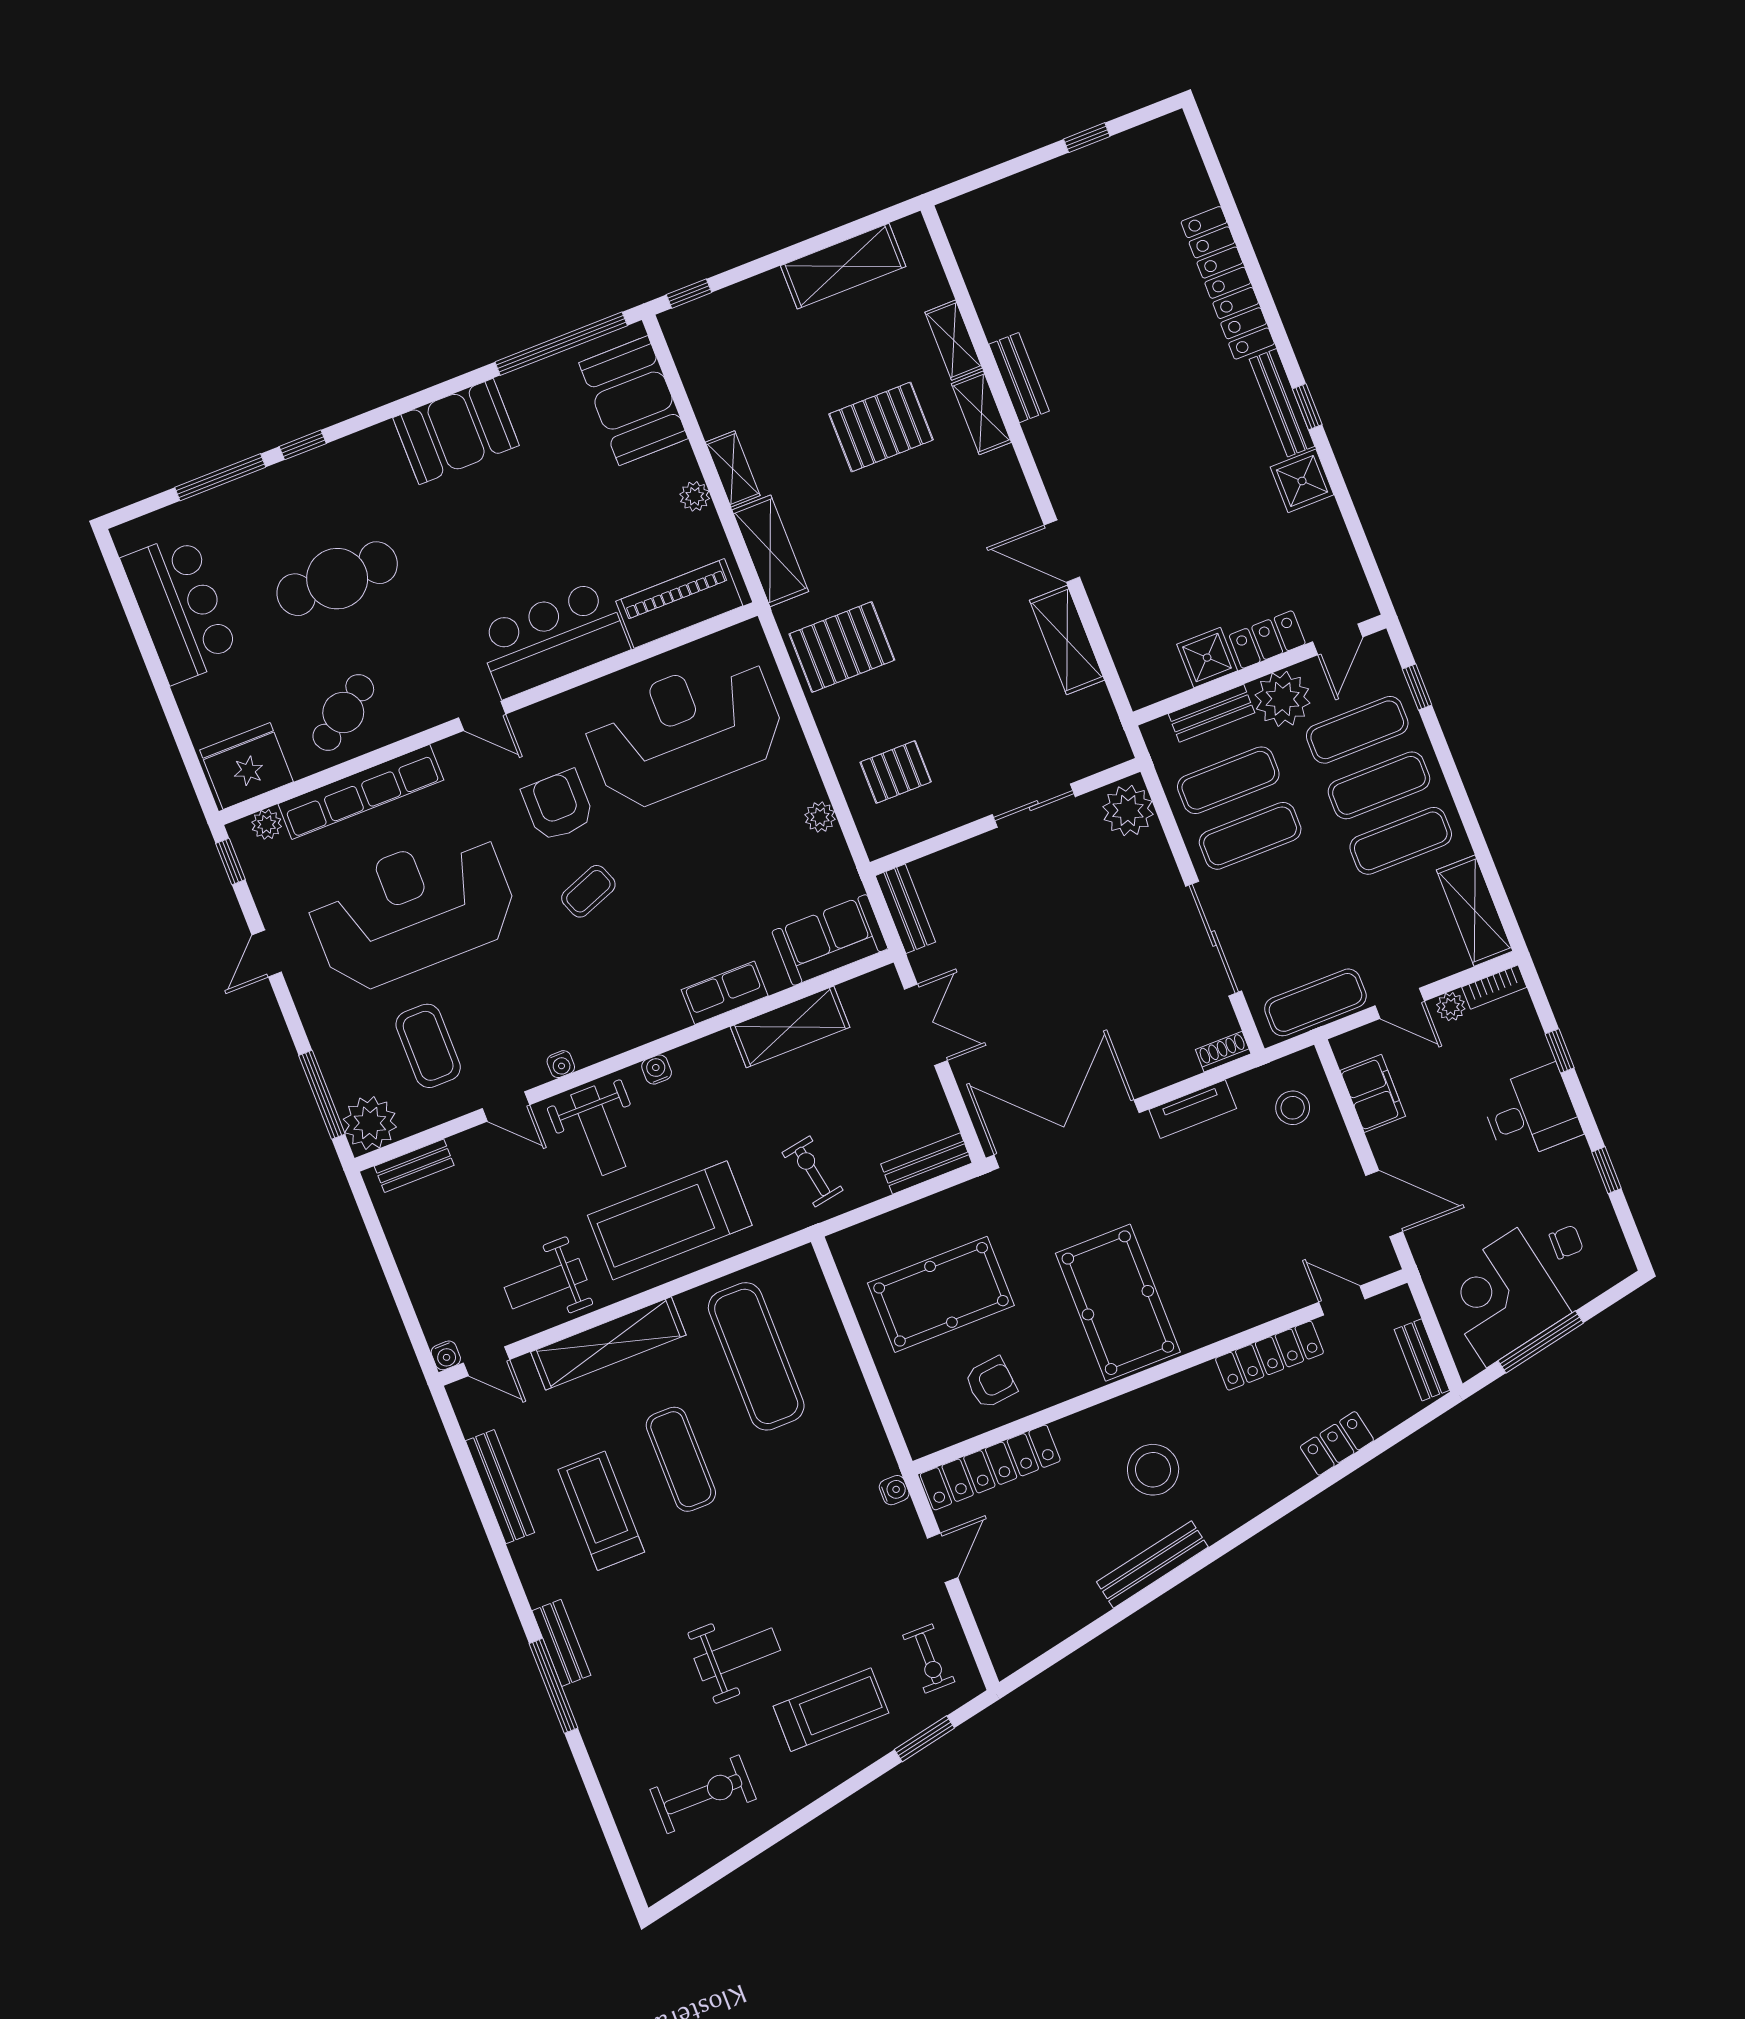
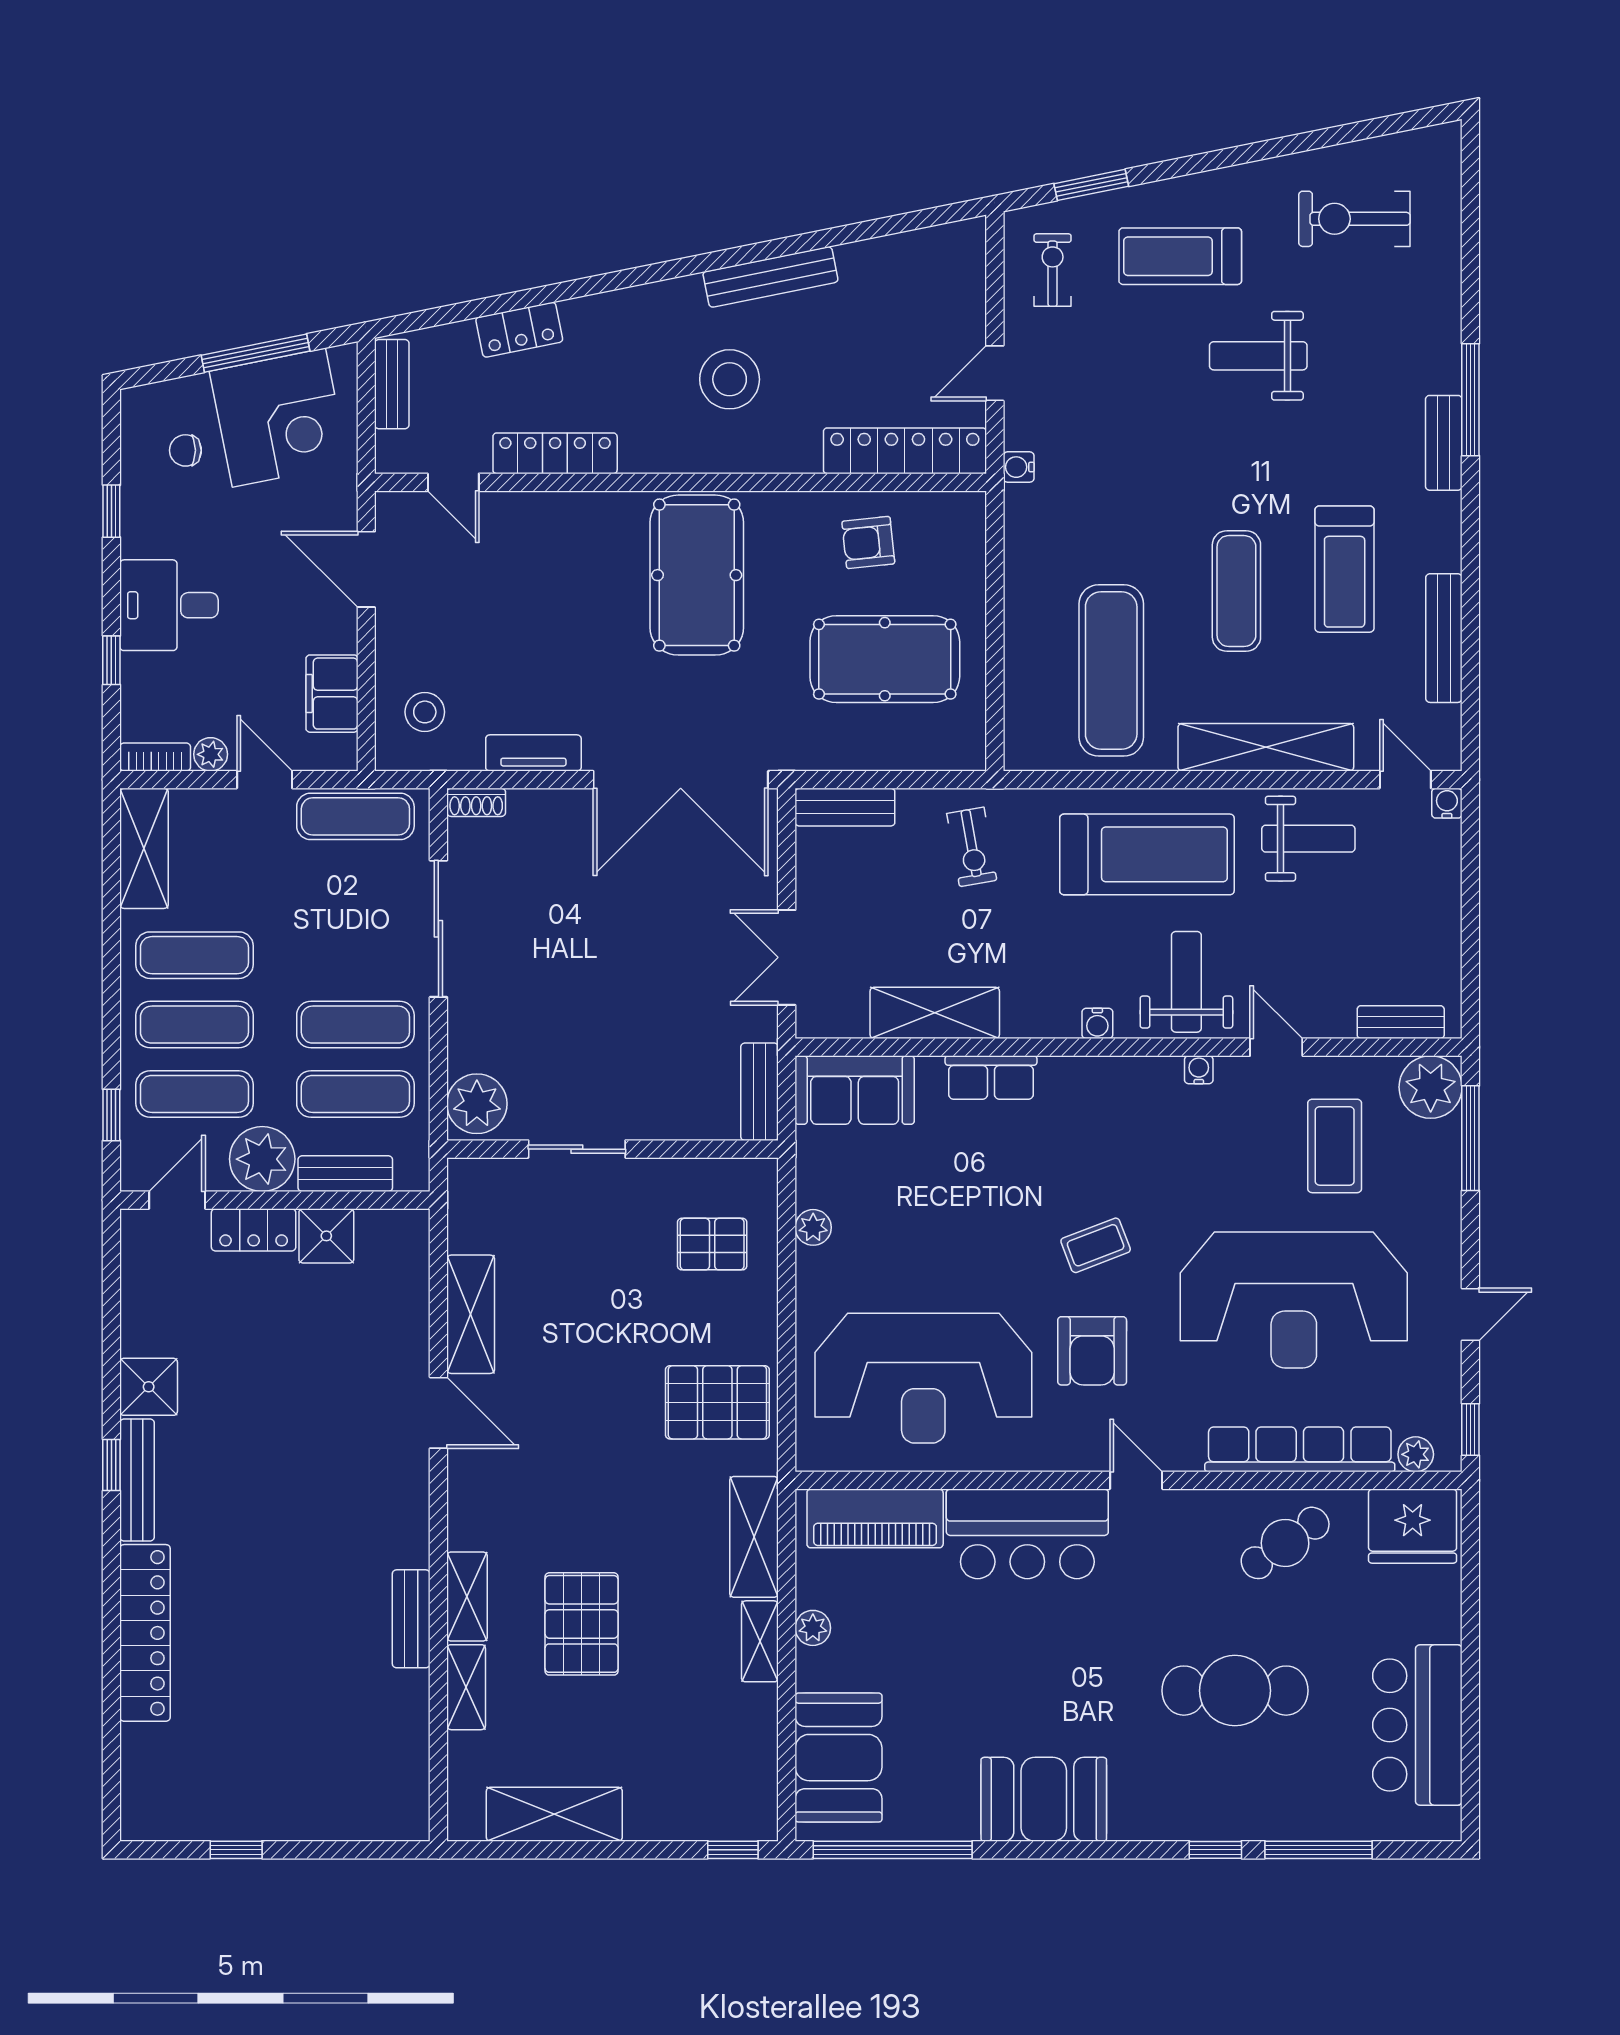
pallet: (881, 427) -> (582, 1624), turned 90

